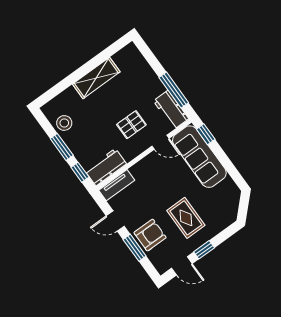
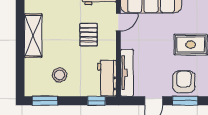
stool: (64, 123) -> (59, 75), moved
window: (62, 147) -> (45, 101), moved
tv unit: (117, 185) -> (127, 73), width x1.41

